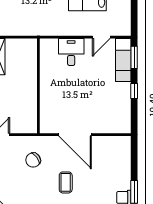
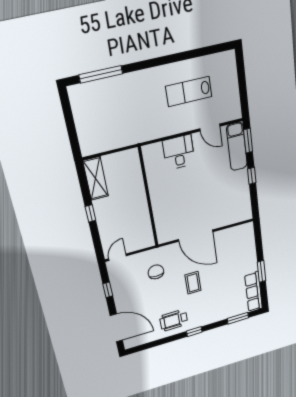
door: (101, 37) -> (210, 128), hinge flipped
chair: (33, 160) -> (156, 272), turned 126

